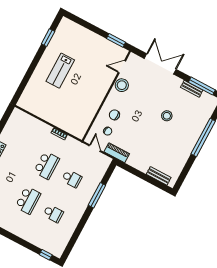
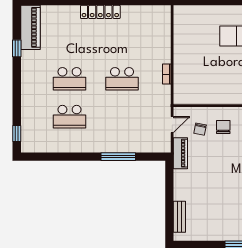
school desk: (72, 179) -> (122, 117), removed
school desk: (53, 214) -> (70, 117), width x1.85

